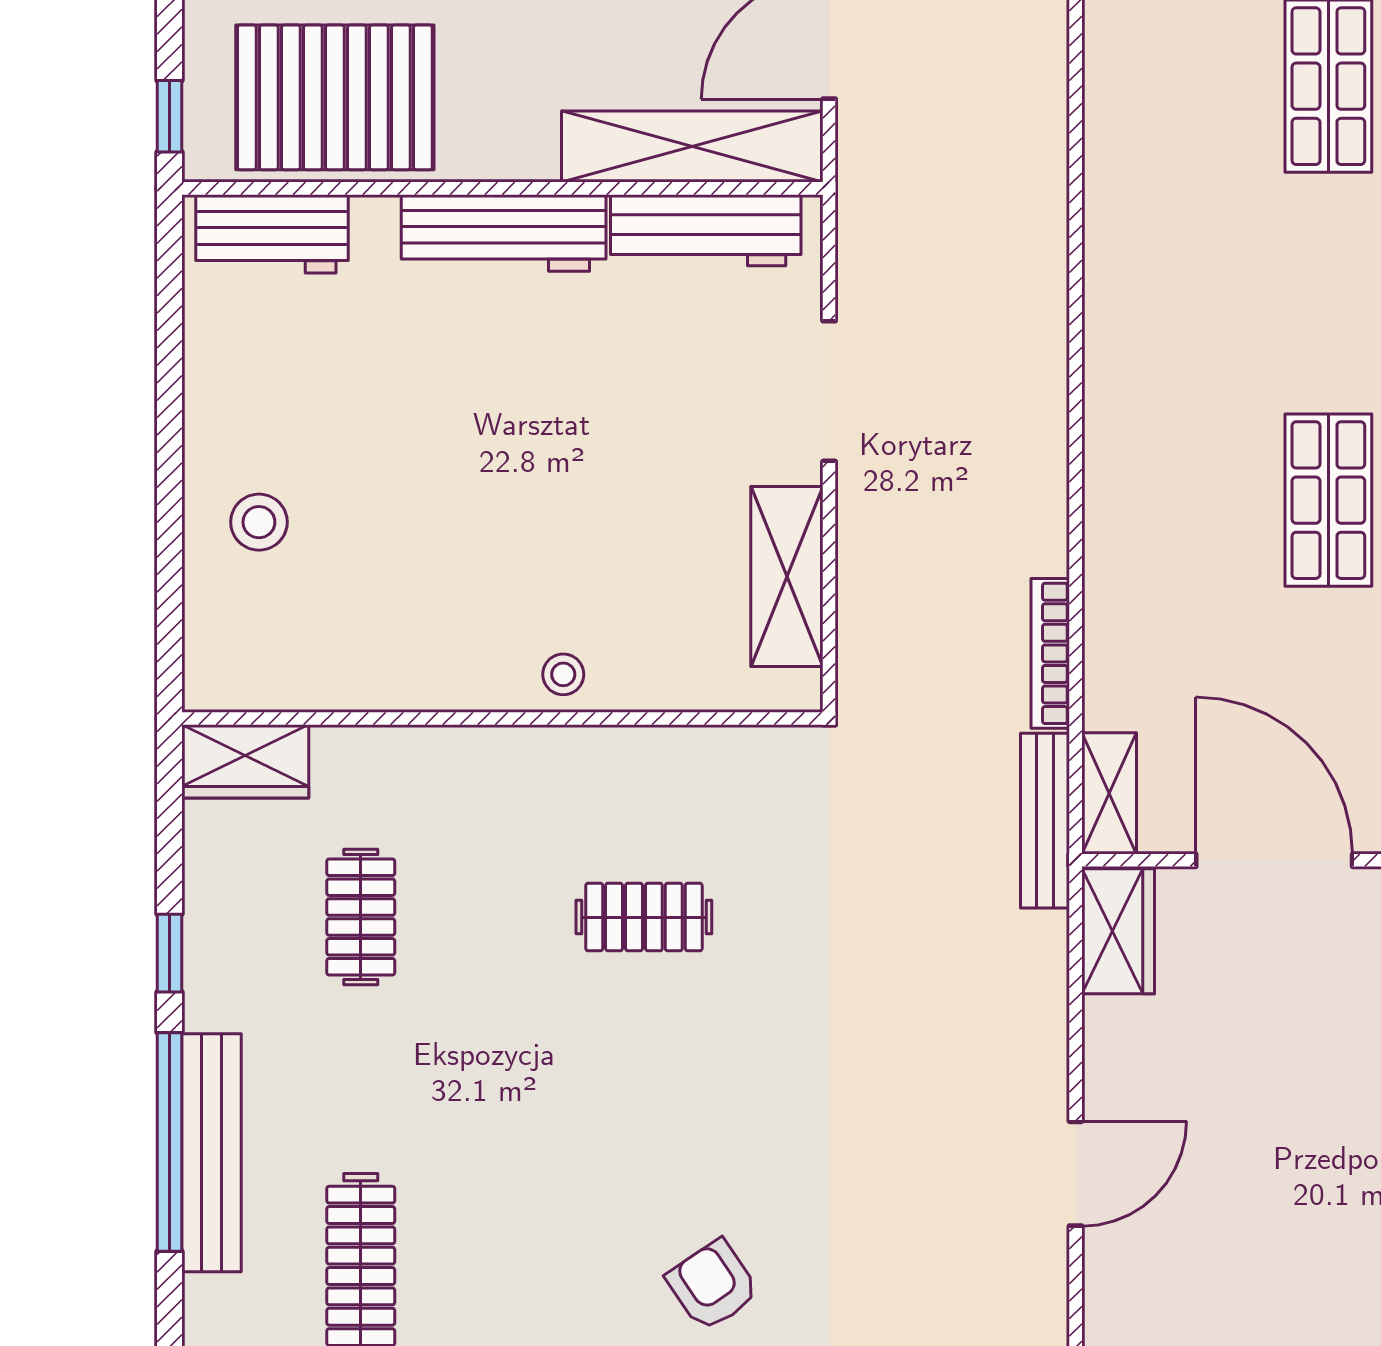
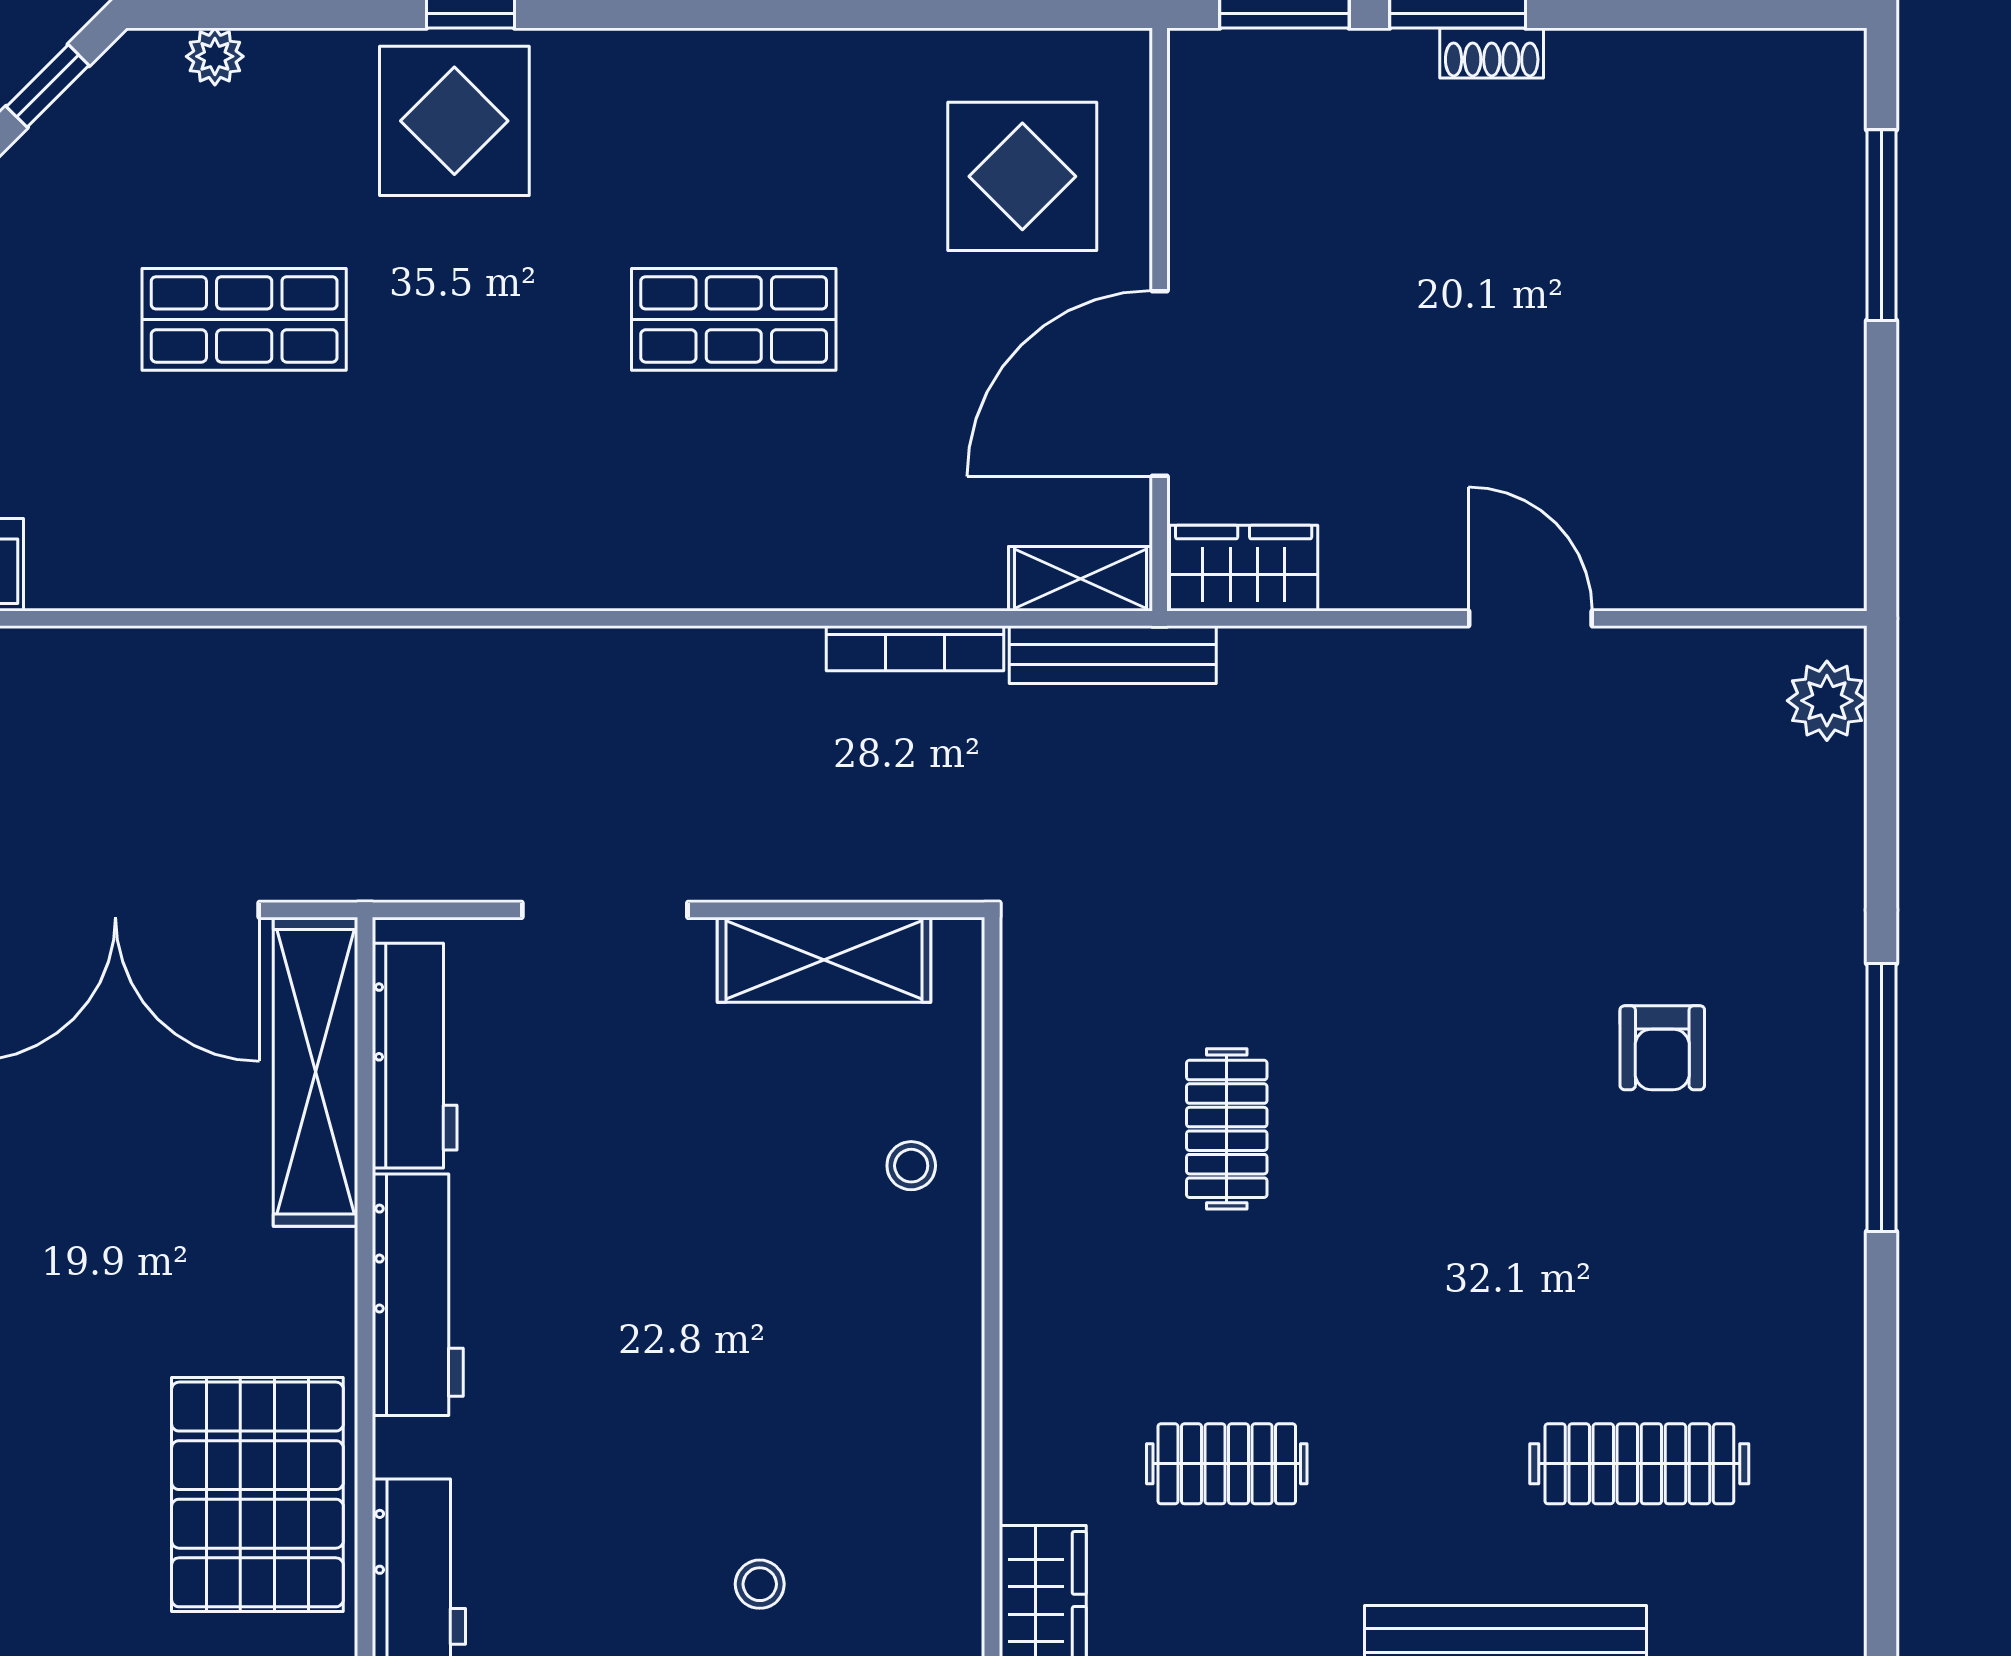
stool: (259, 522) -> (760, 1584), width x0.73, depth x0.73
stool: (563, 674) -> (911, 1166), moved
armchair: (713, 1285) -> (1662, 1048), turned -56

